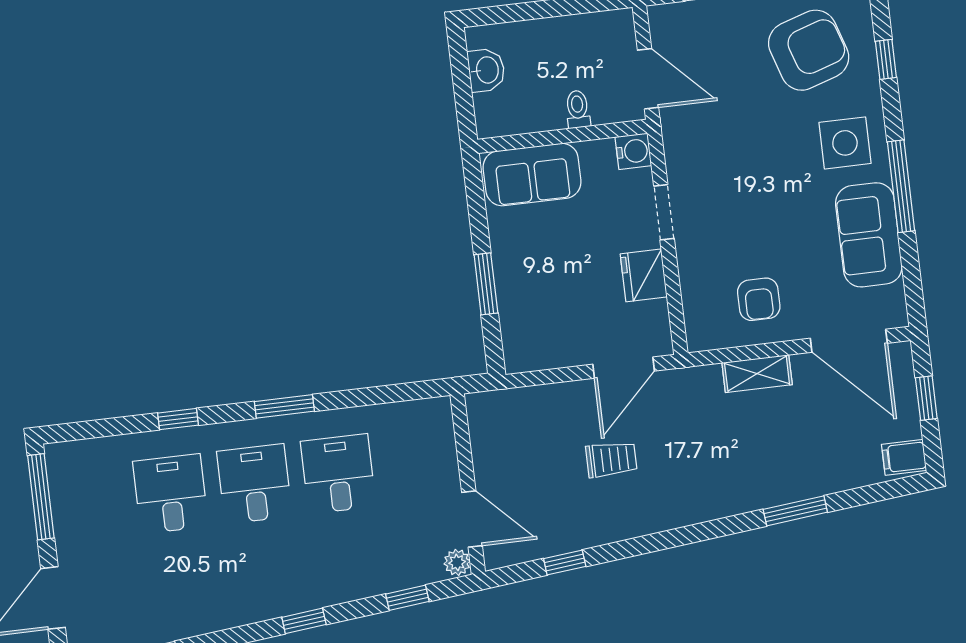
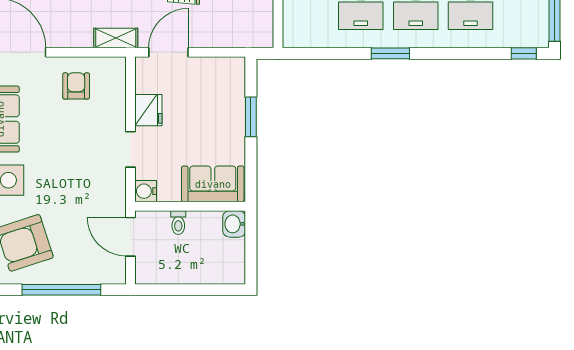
washbasin: (486, 70) -> (234, 224), moved
shelving: (757, 374) -> (116, 38), moved
window: (178, 419) -> (524, 53), moved

